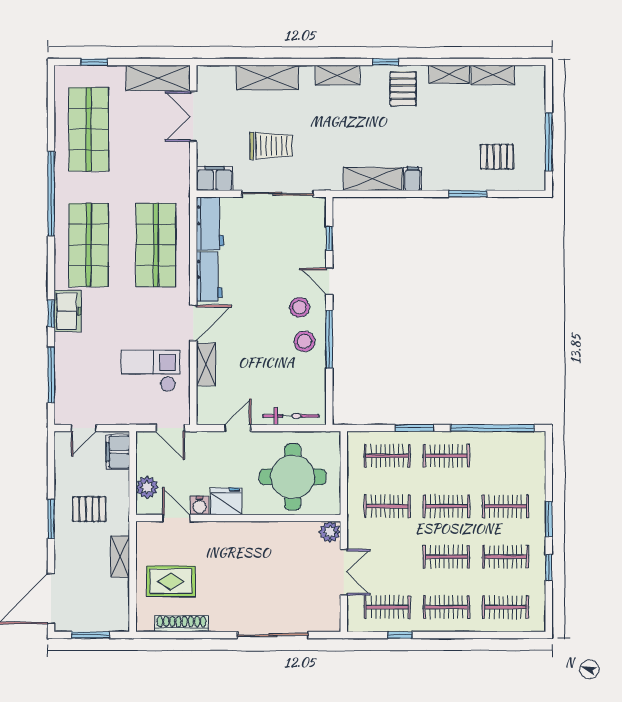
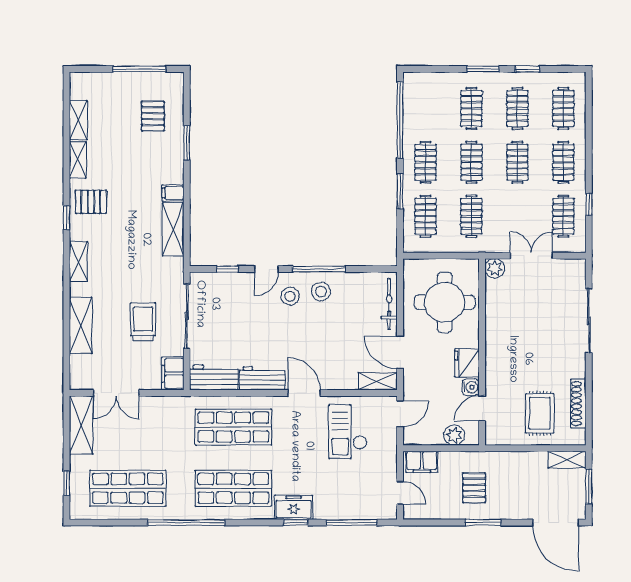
shelving: (206, 365) -> (378, 381), moved
door: (238, 428) -> (400, 352), width x1.38
shelving: (120, 557) -> (567, 460), moved

